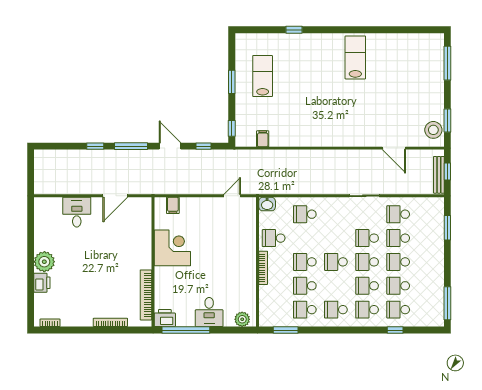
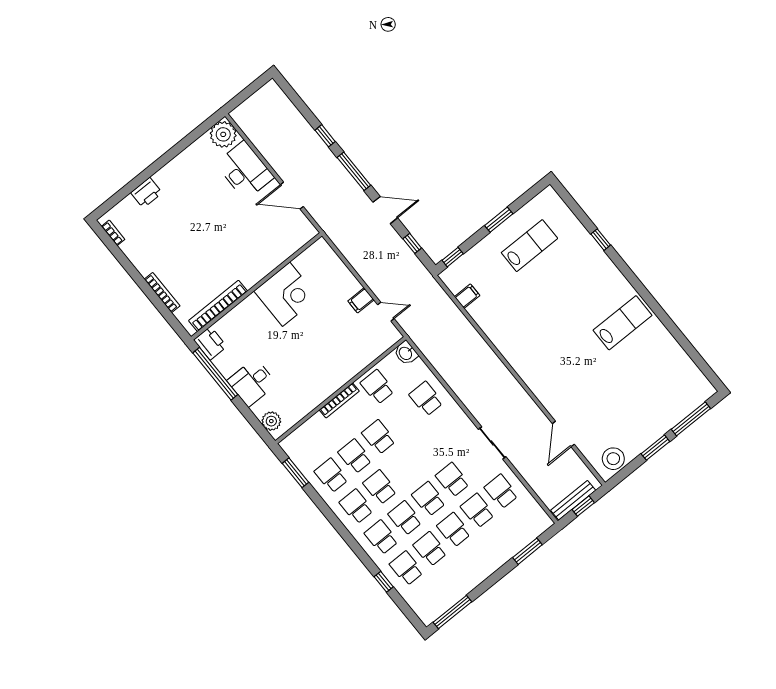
window: (447, 120) -> (655, 448), moved
door: (170, 146) -> (385, 210), hinge flipped
filing cabinet: (173, 205) -> (361, 300), moved
desk: (77, 212) -> (245, 170), width x1.37
plant: (44, 262) -> (223, 134), moved
school desk: (336, 262) -> (380, 487), moved

